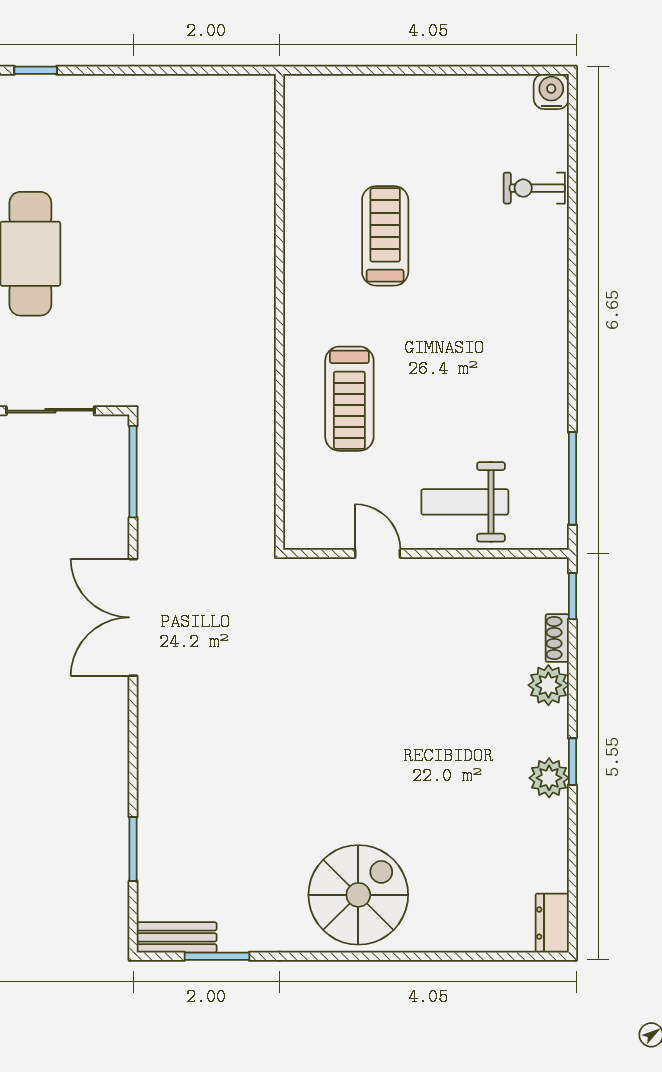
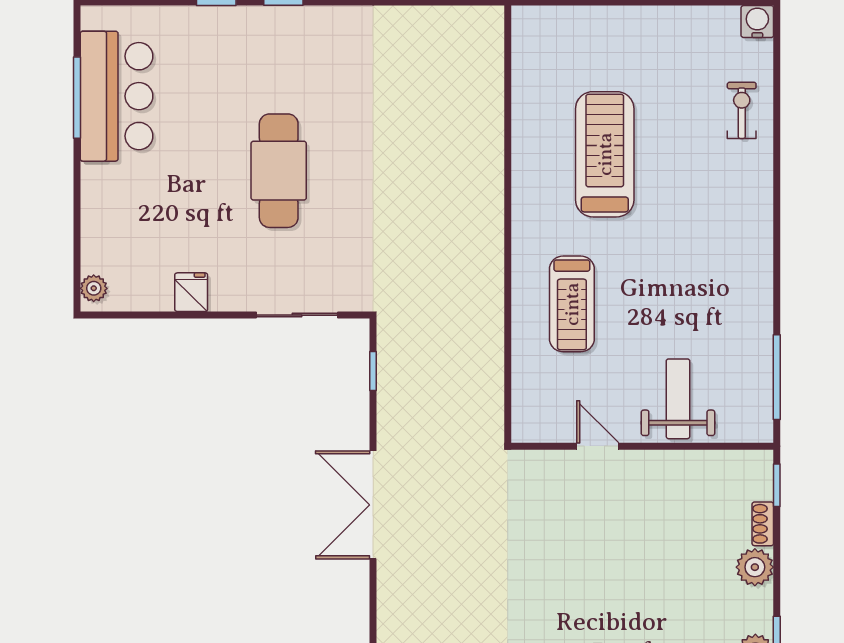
exercise bike: (534, 188) -> (742, 110), turned 90
treadmill: (385, 236) -> (605, 154), width x1.37, depth x1.38
window: (133, 472) -> (373, 371), width x0.46
weight bench: (465, 502) -> (678, 399), turned 90

